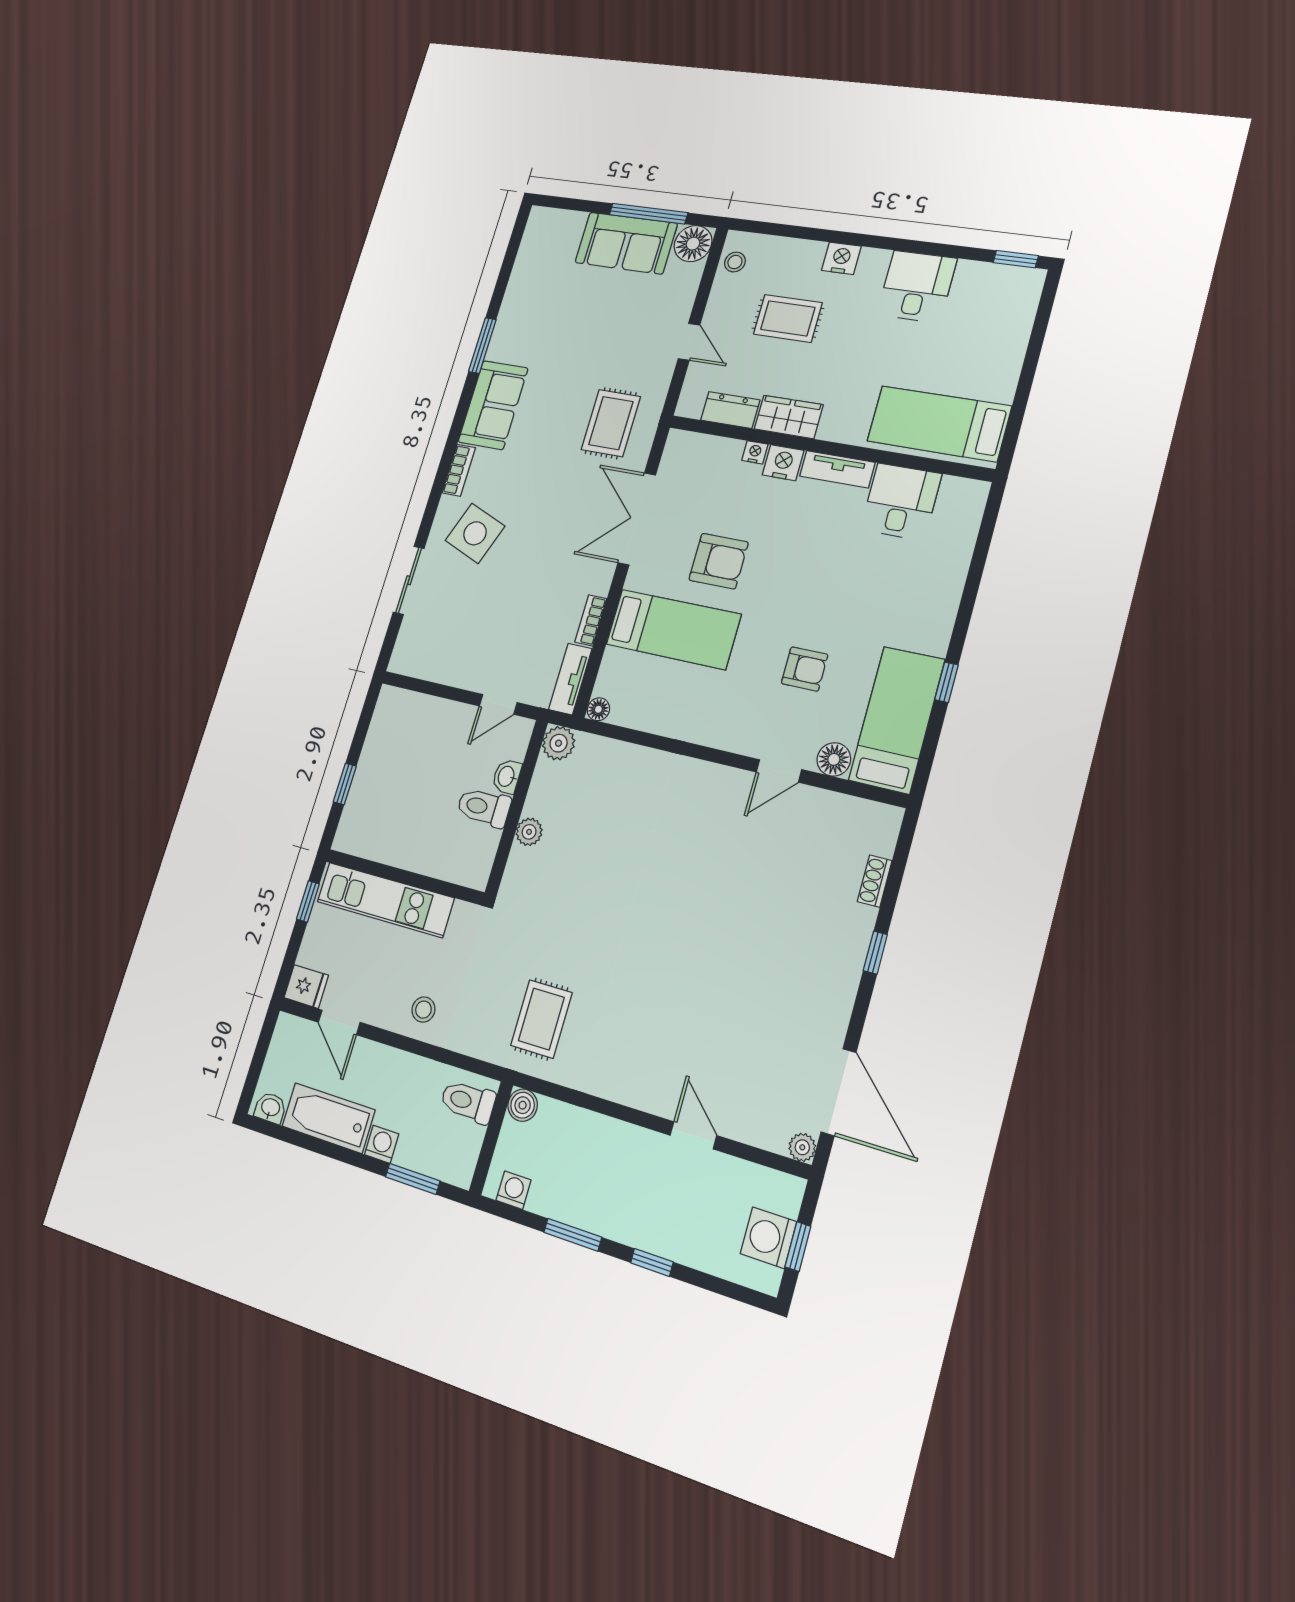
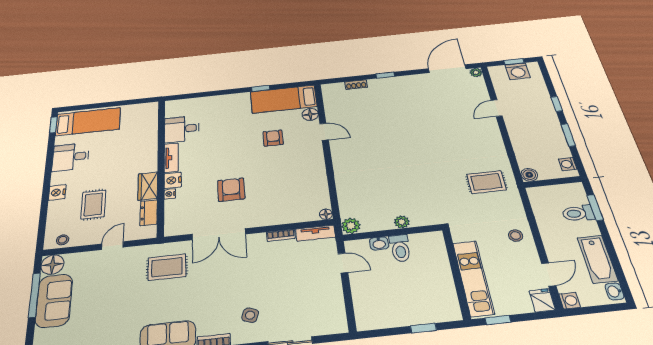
bed: (939, 424) -> (88, 122), moved, turned -90
side table: (475, 533) -> (250, 315), width x0.54, depth x0.54
bed: (673, 629) -> (273, 197), removed
toilet: (468, 1102) -> (578, 213), moved, turned 90
washing machine: (382, 1144) -> (570, 301), moved, turned 180

